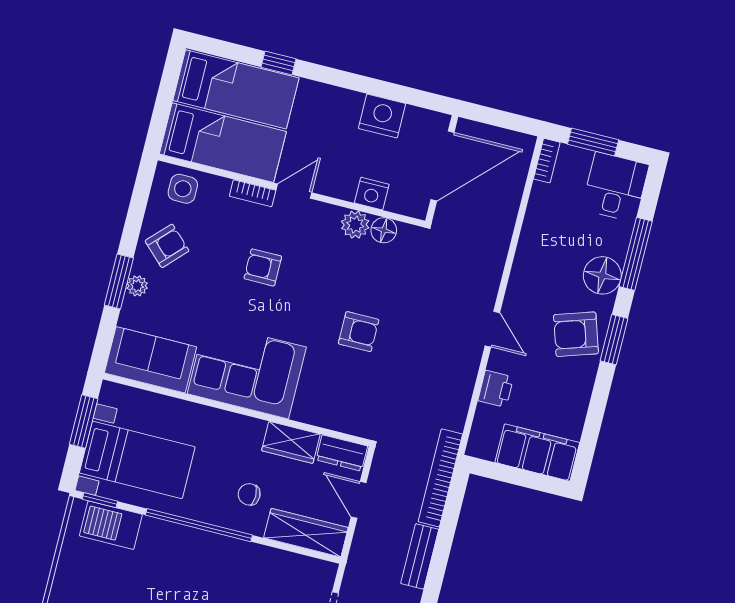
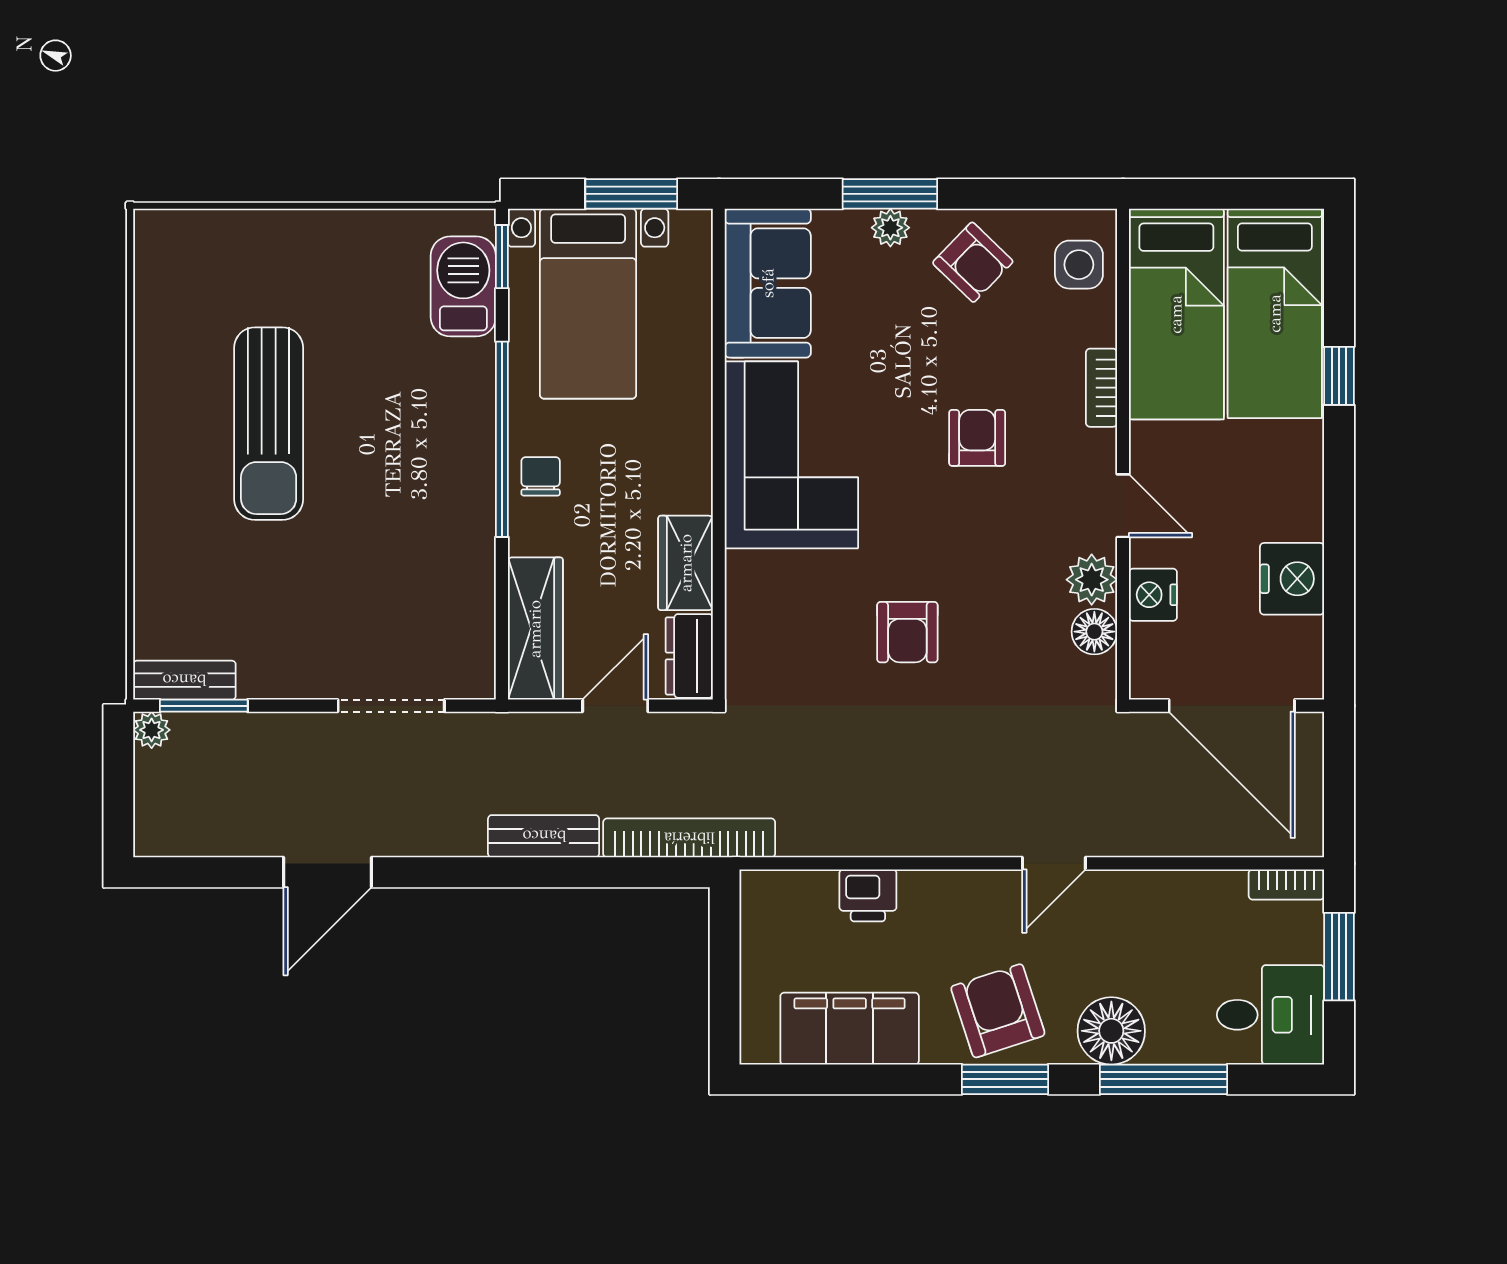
door: (294, 191) -> (1123, 506), moved
door: (492, 329) -> (1054, 863), moved
filing cabinet: (537, 453) -> (850, 1029), moved, turned -90
chair: (249, 494) -> (541, 476), moved

